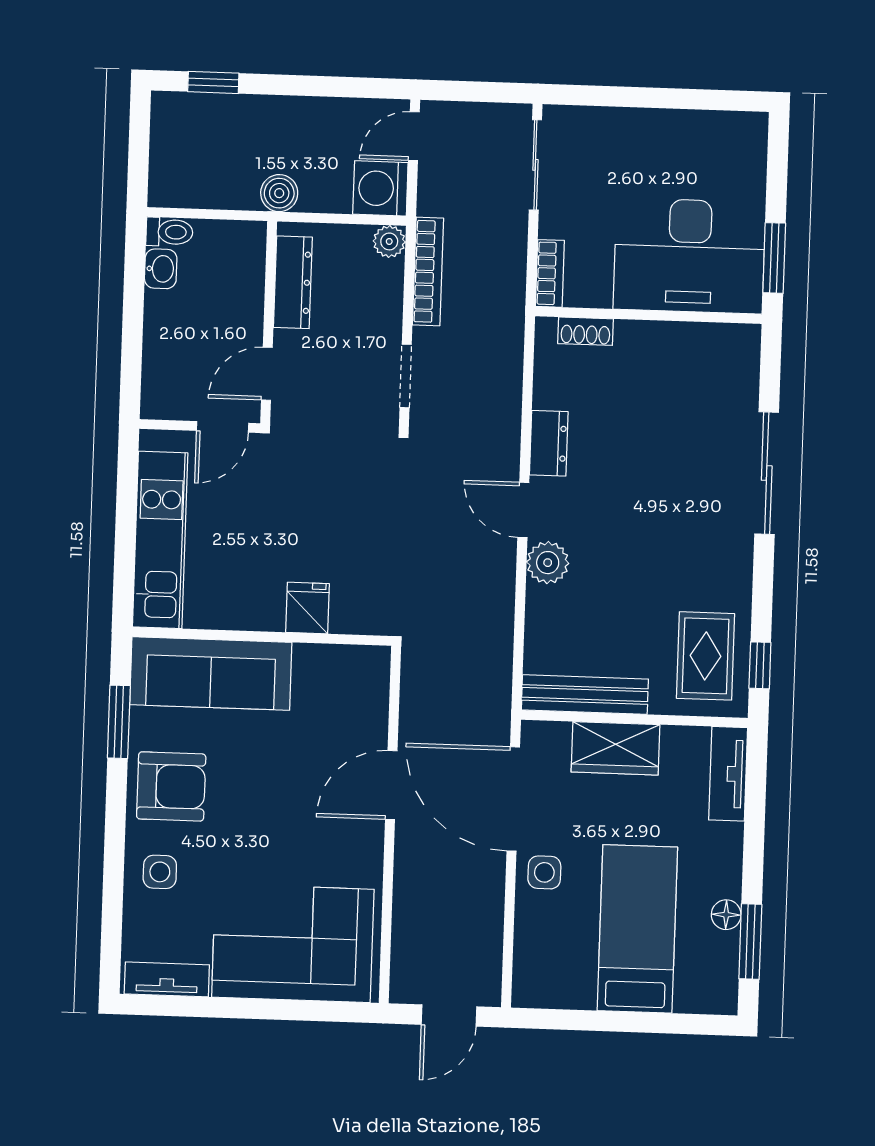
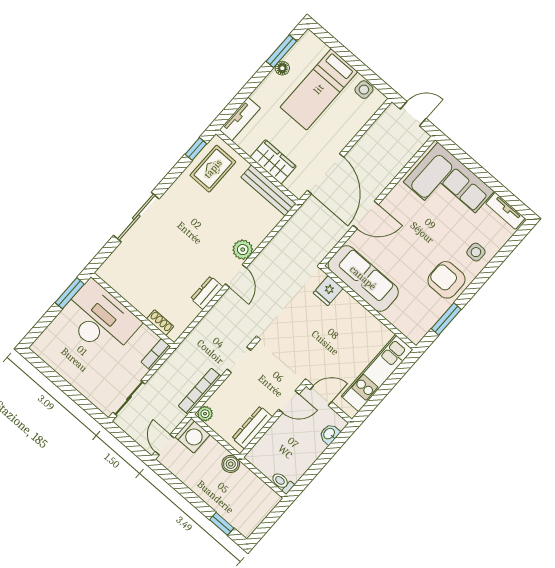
door: (414, 136) -> (165, 445), swing flipped
washbasin: (161, 269) -> (329, 434), moved
fridge: (308, 608) -> (328, 291), moved
sofa: (211, 674) -> (363, 278), moved
side table: (544, 872) -> (364, 90), moved

